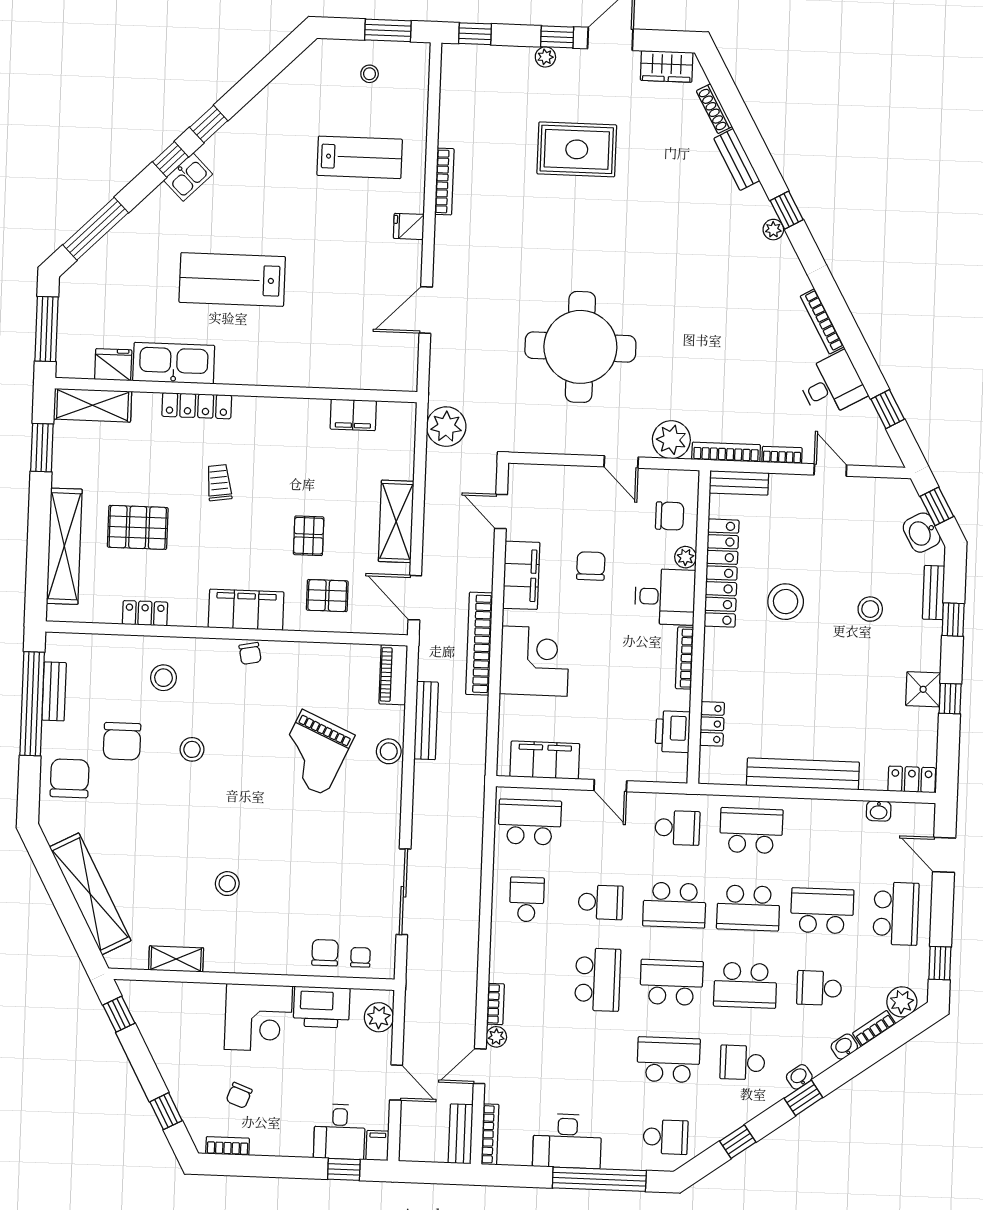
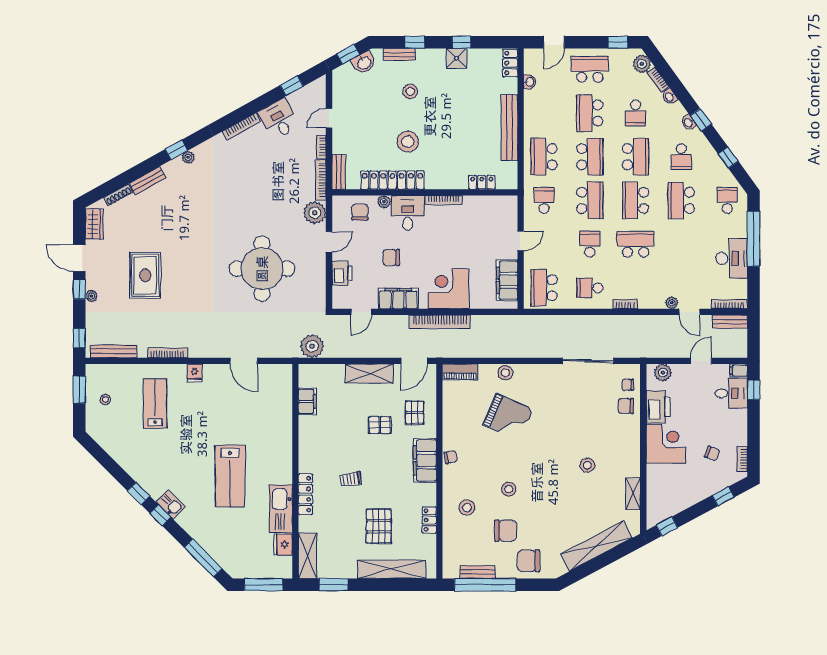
bench: (426, 721) -> (114, 351), moved
printer: (673, 732) -> (342, 273), moved, turned -90
bookcase: (495, 1004) -> (625, 304), moved

